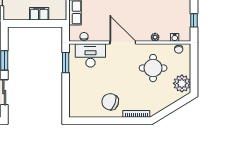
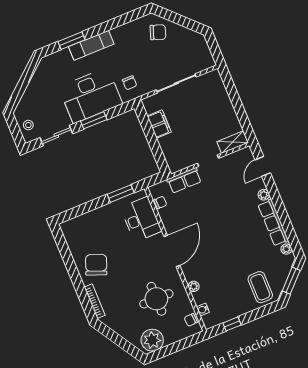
filing cabinet: (39, 14) -> (159, 124), moved

